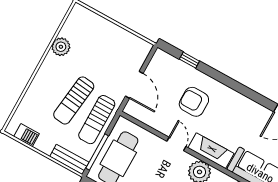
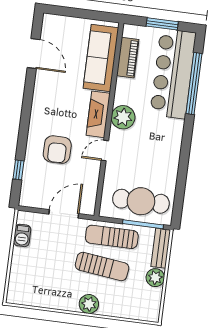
plant: (61, 47) -> (89, 304), moved
sun lounger: (97, 120) -> (112, 237), turned 180
barbecue: (26, 135) -> (22, 235), moved, turned 180
plant: (45, 144) -> (155, 278), added

